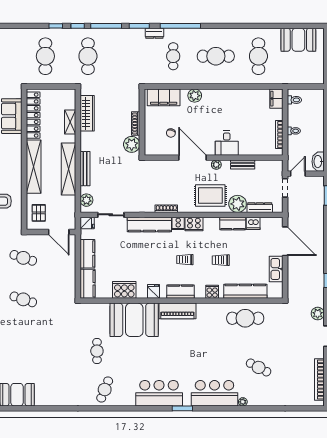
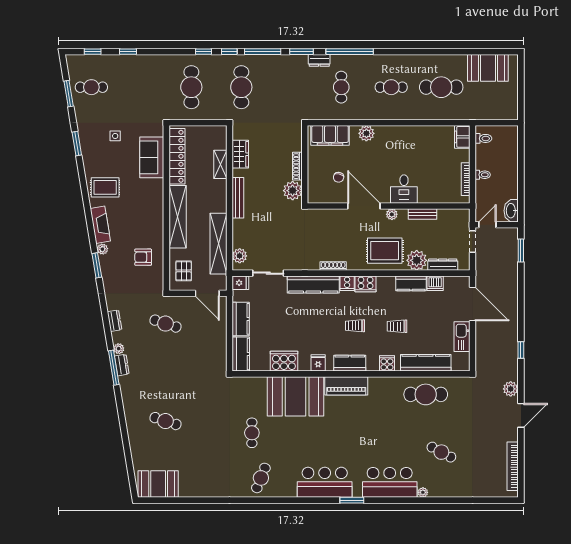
cafe table: (216, 56) -> (391, 87), width x0.73, depth x0.74
cafe table: (258, 56) -> (441, 87), turned 90
wardrobe: (87, 113) -> (240, 154), width x0.67
shelving: (68, 169) -> (218, 244), moved
bench: (85, 169) -> (238, 198), moved
cafe table: (23, 299) -> (165, 421), moved

